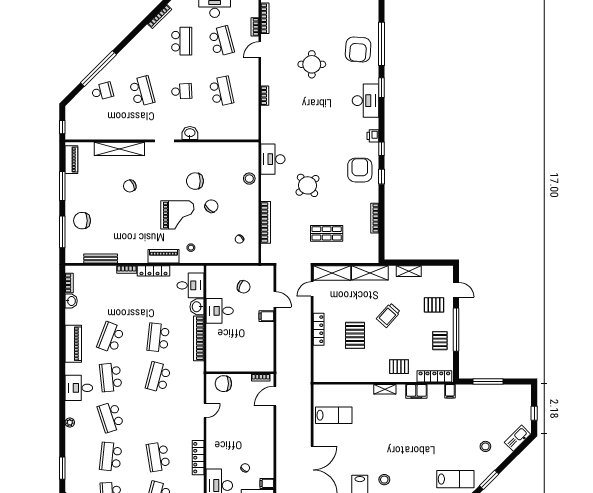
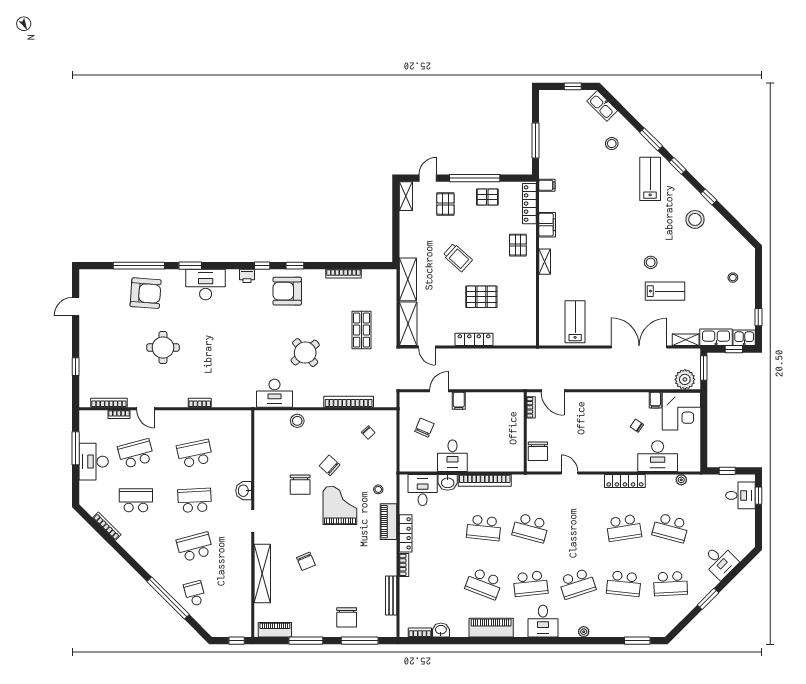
school desk: (182, 91) -> (195, 500), width x1.85
shelving: (409, 271) -> (406, 196), moved

